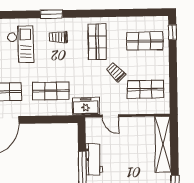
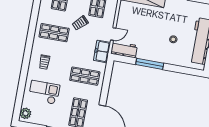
window: (51, 14) -> (26, 64), removed
shop shelf: (51, 91) -> (85, 76), turned 90
workbench: (94, 159) -> (124, 50), moved

